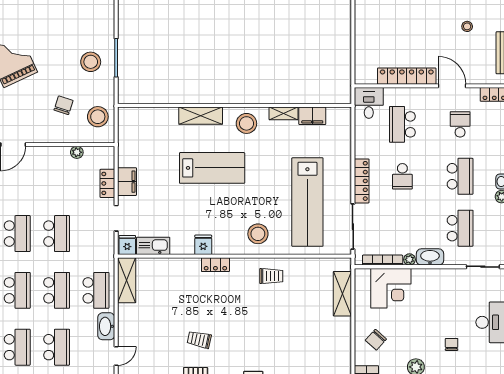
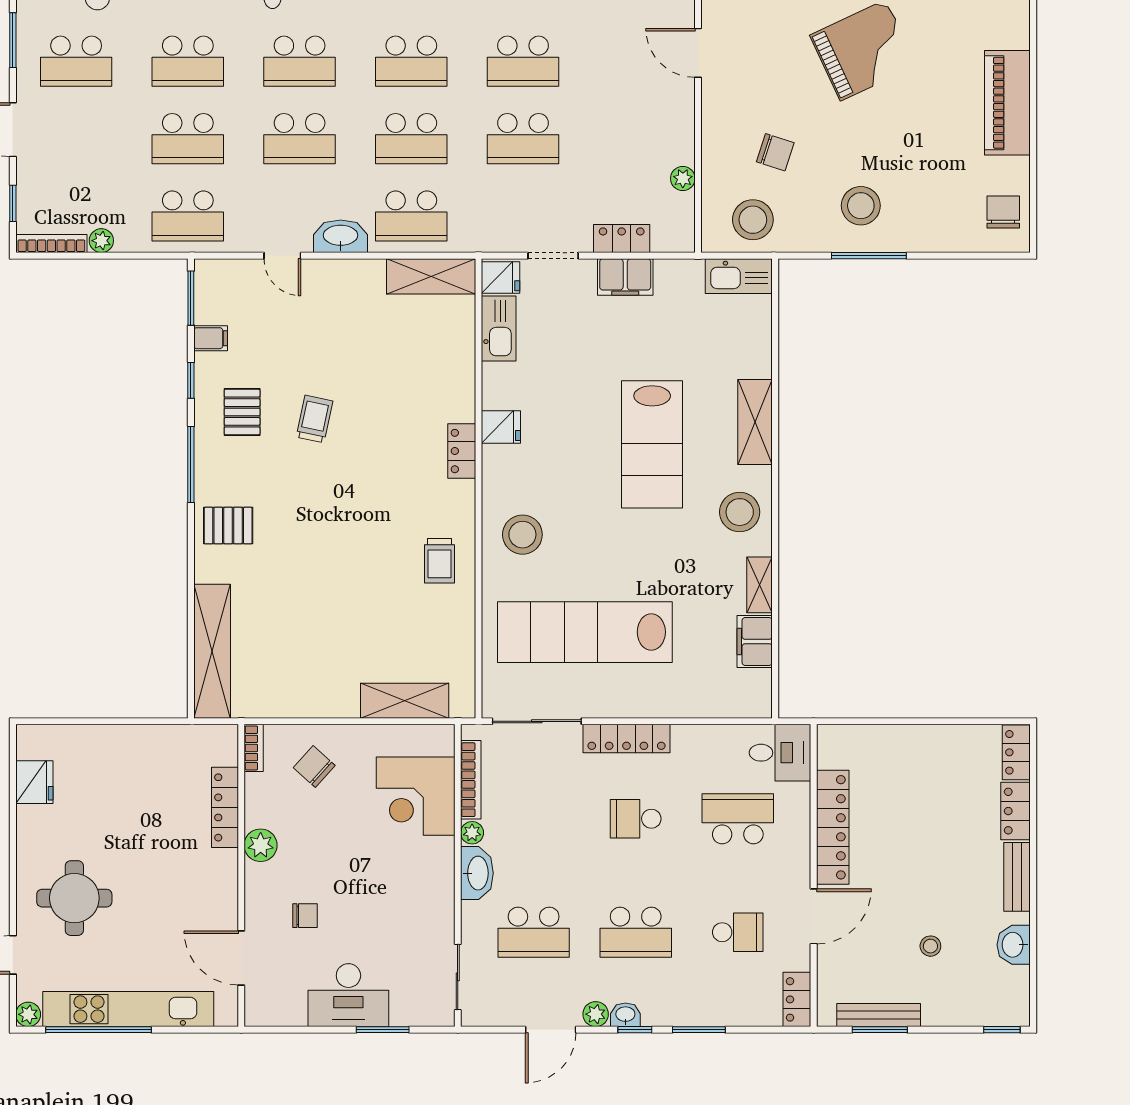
kitchen sink: (127, 124) -> (739, 276), added

